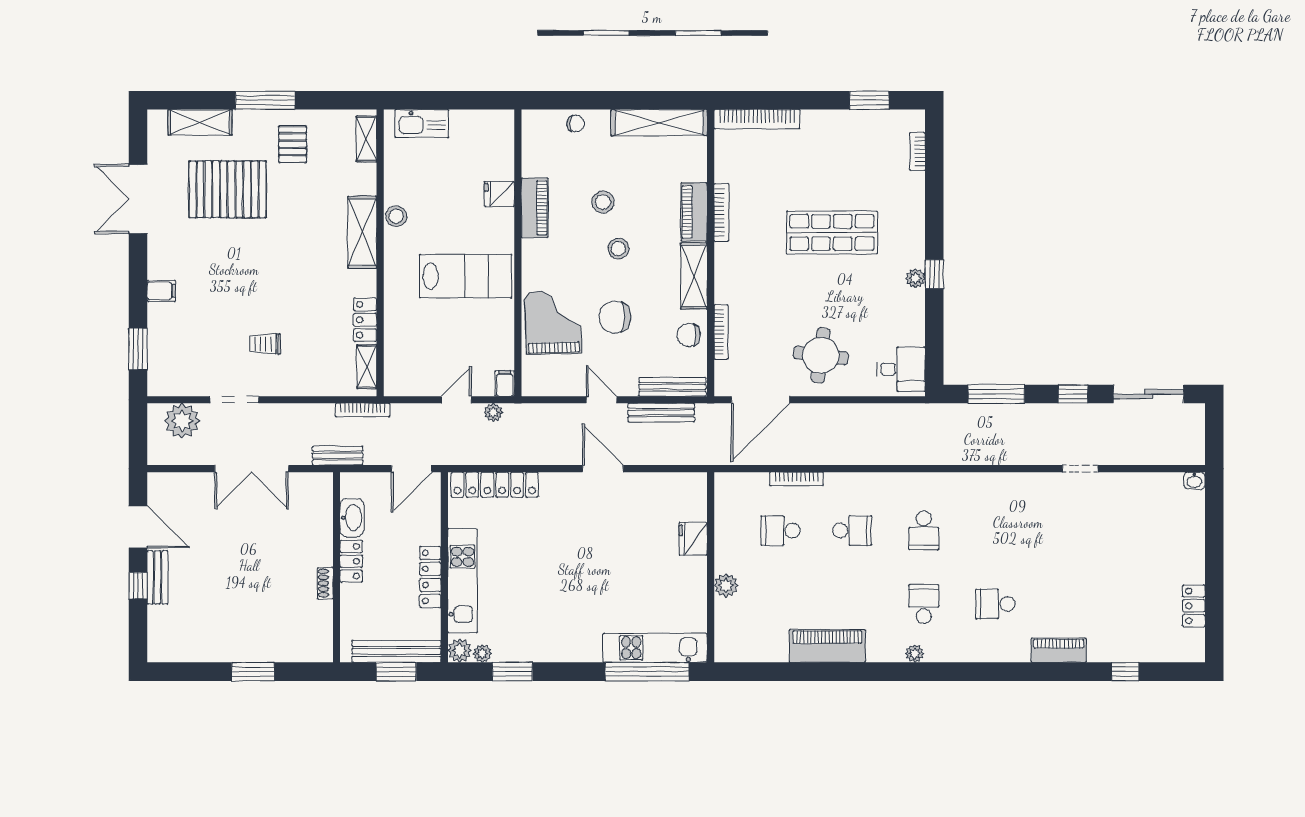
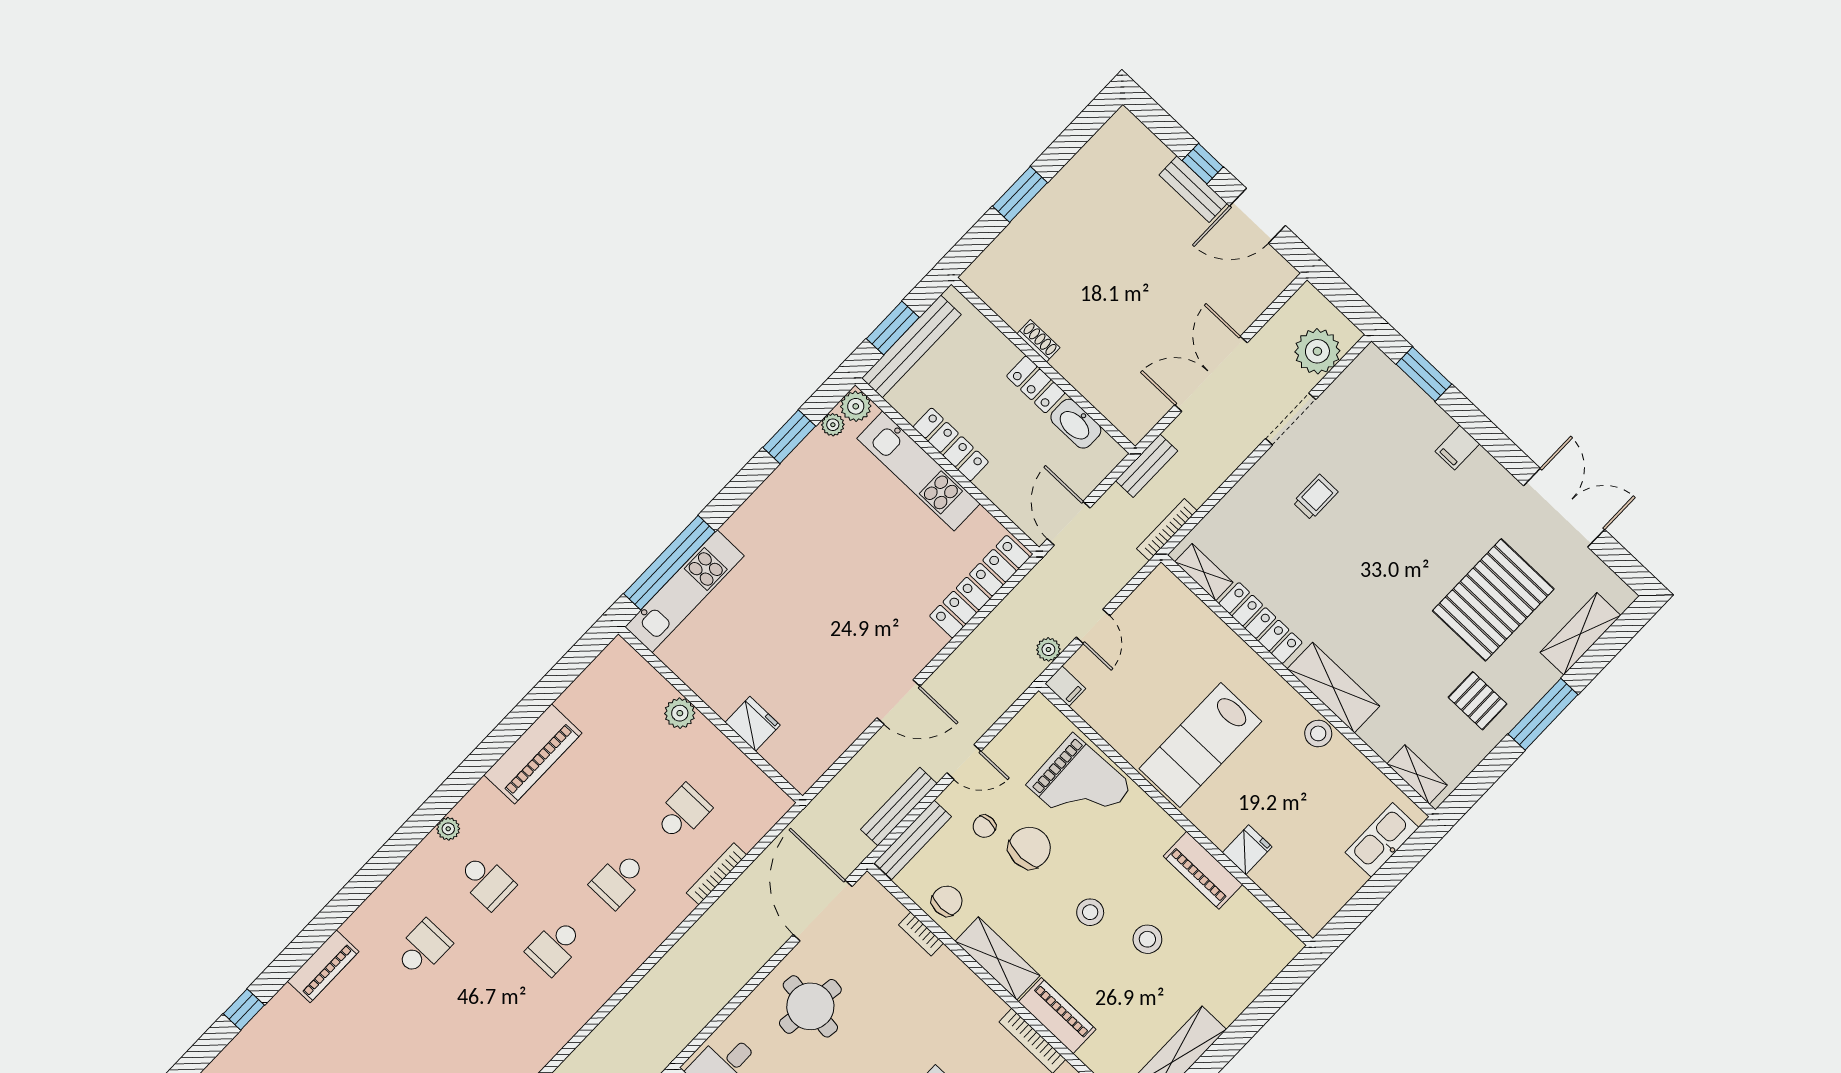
chair: (576, 123) -> (984, 826), moved
locker: (365, 320) -> (1260, 623), width x1.53
bookcase: (721, 332) -> (921, 934), width x0.64
school desk: (924, 531) -> (555, 947), turned -90

